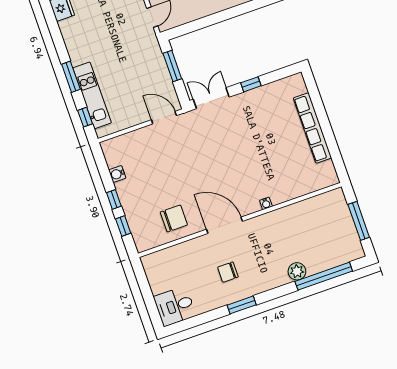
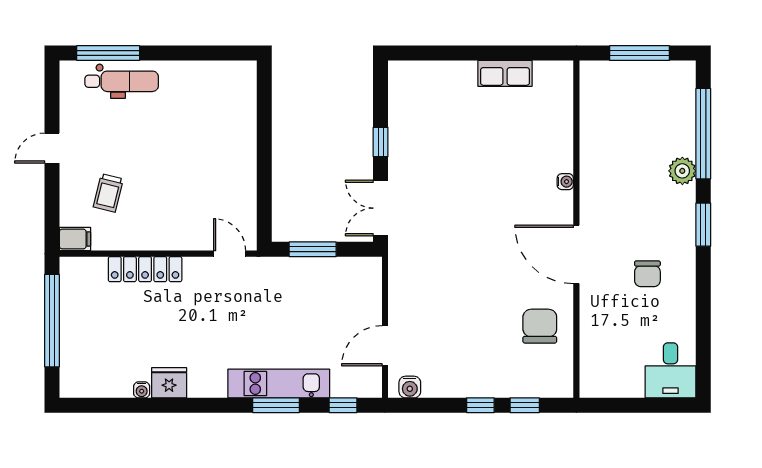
kitchen unit: (92, 95) -> (279, 384), moved
door: (164, 118) -> (385, 346), moved
row of seats: (312, 128) -> (505, 73), width x0.50
water cooler: (117, 174) -> (410, 387), moved
door: (225, 225) -> (576, 254), hinge flipped
window: (242, 305) -> (703, 225), moved

